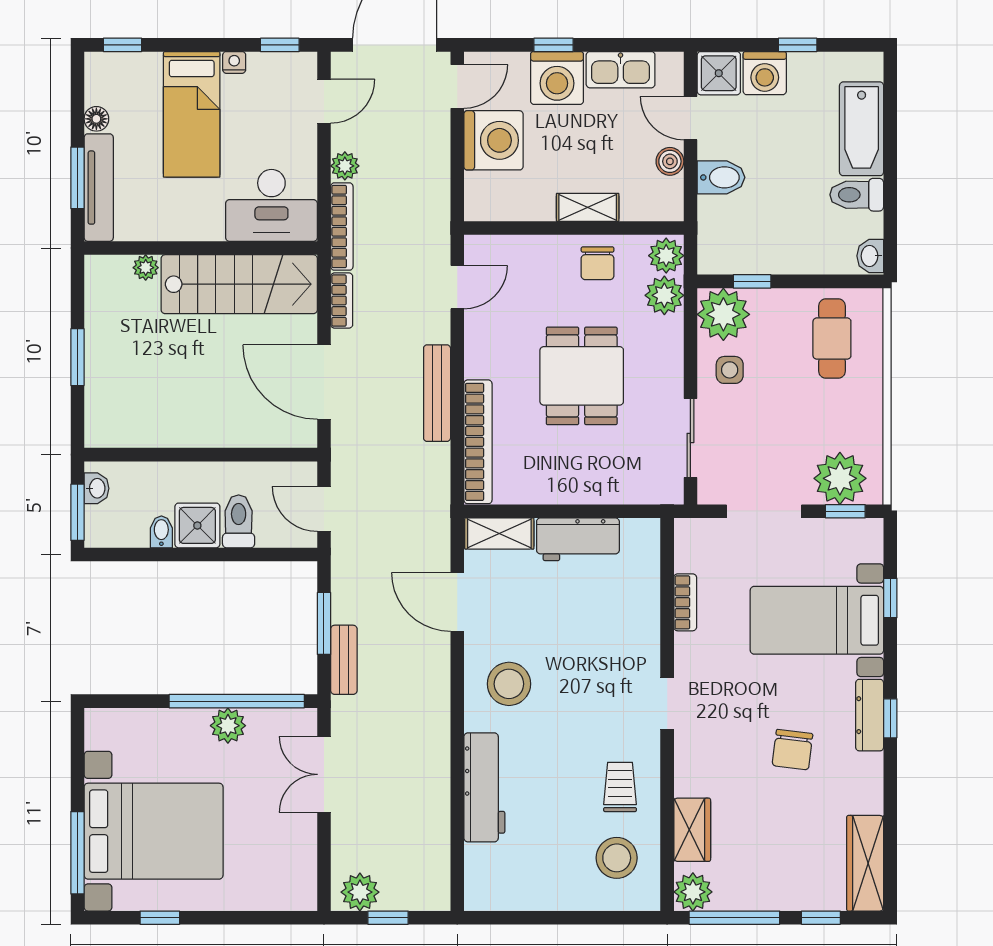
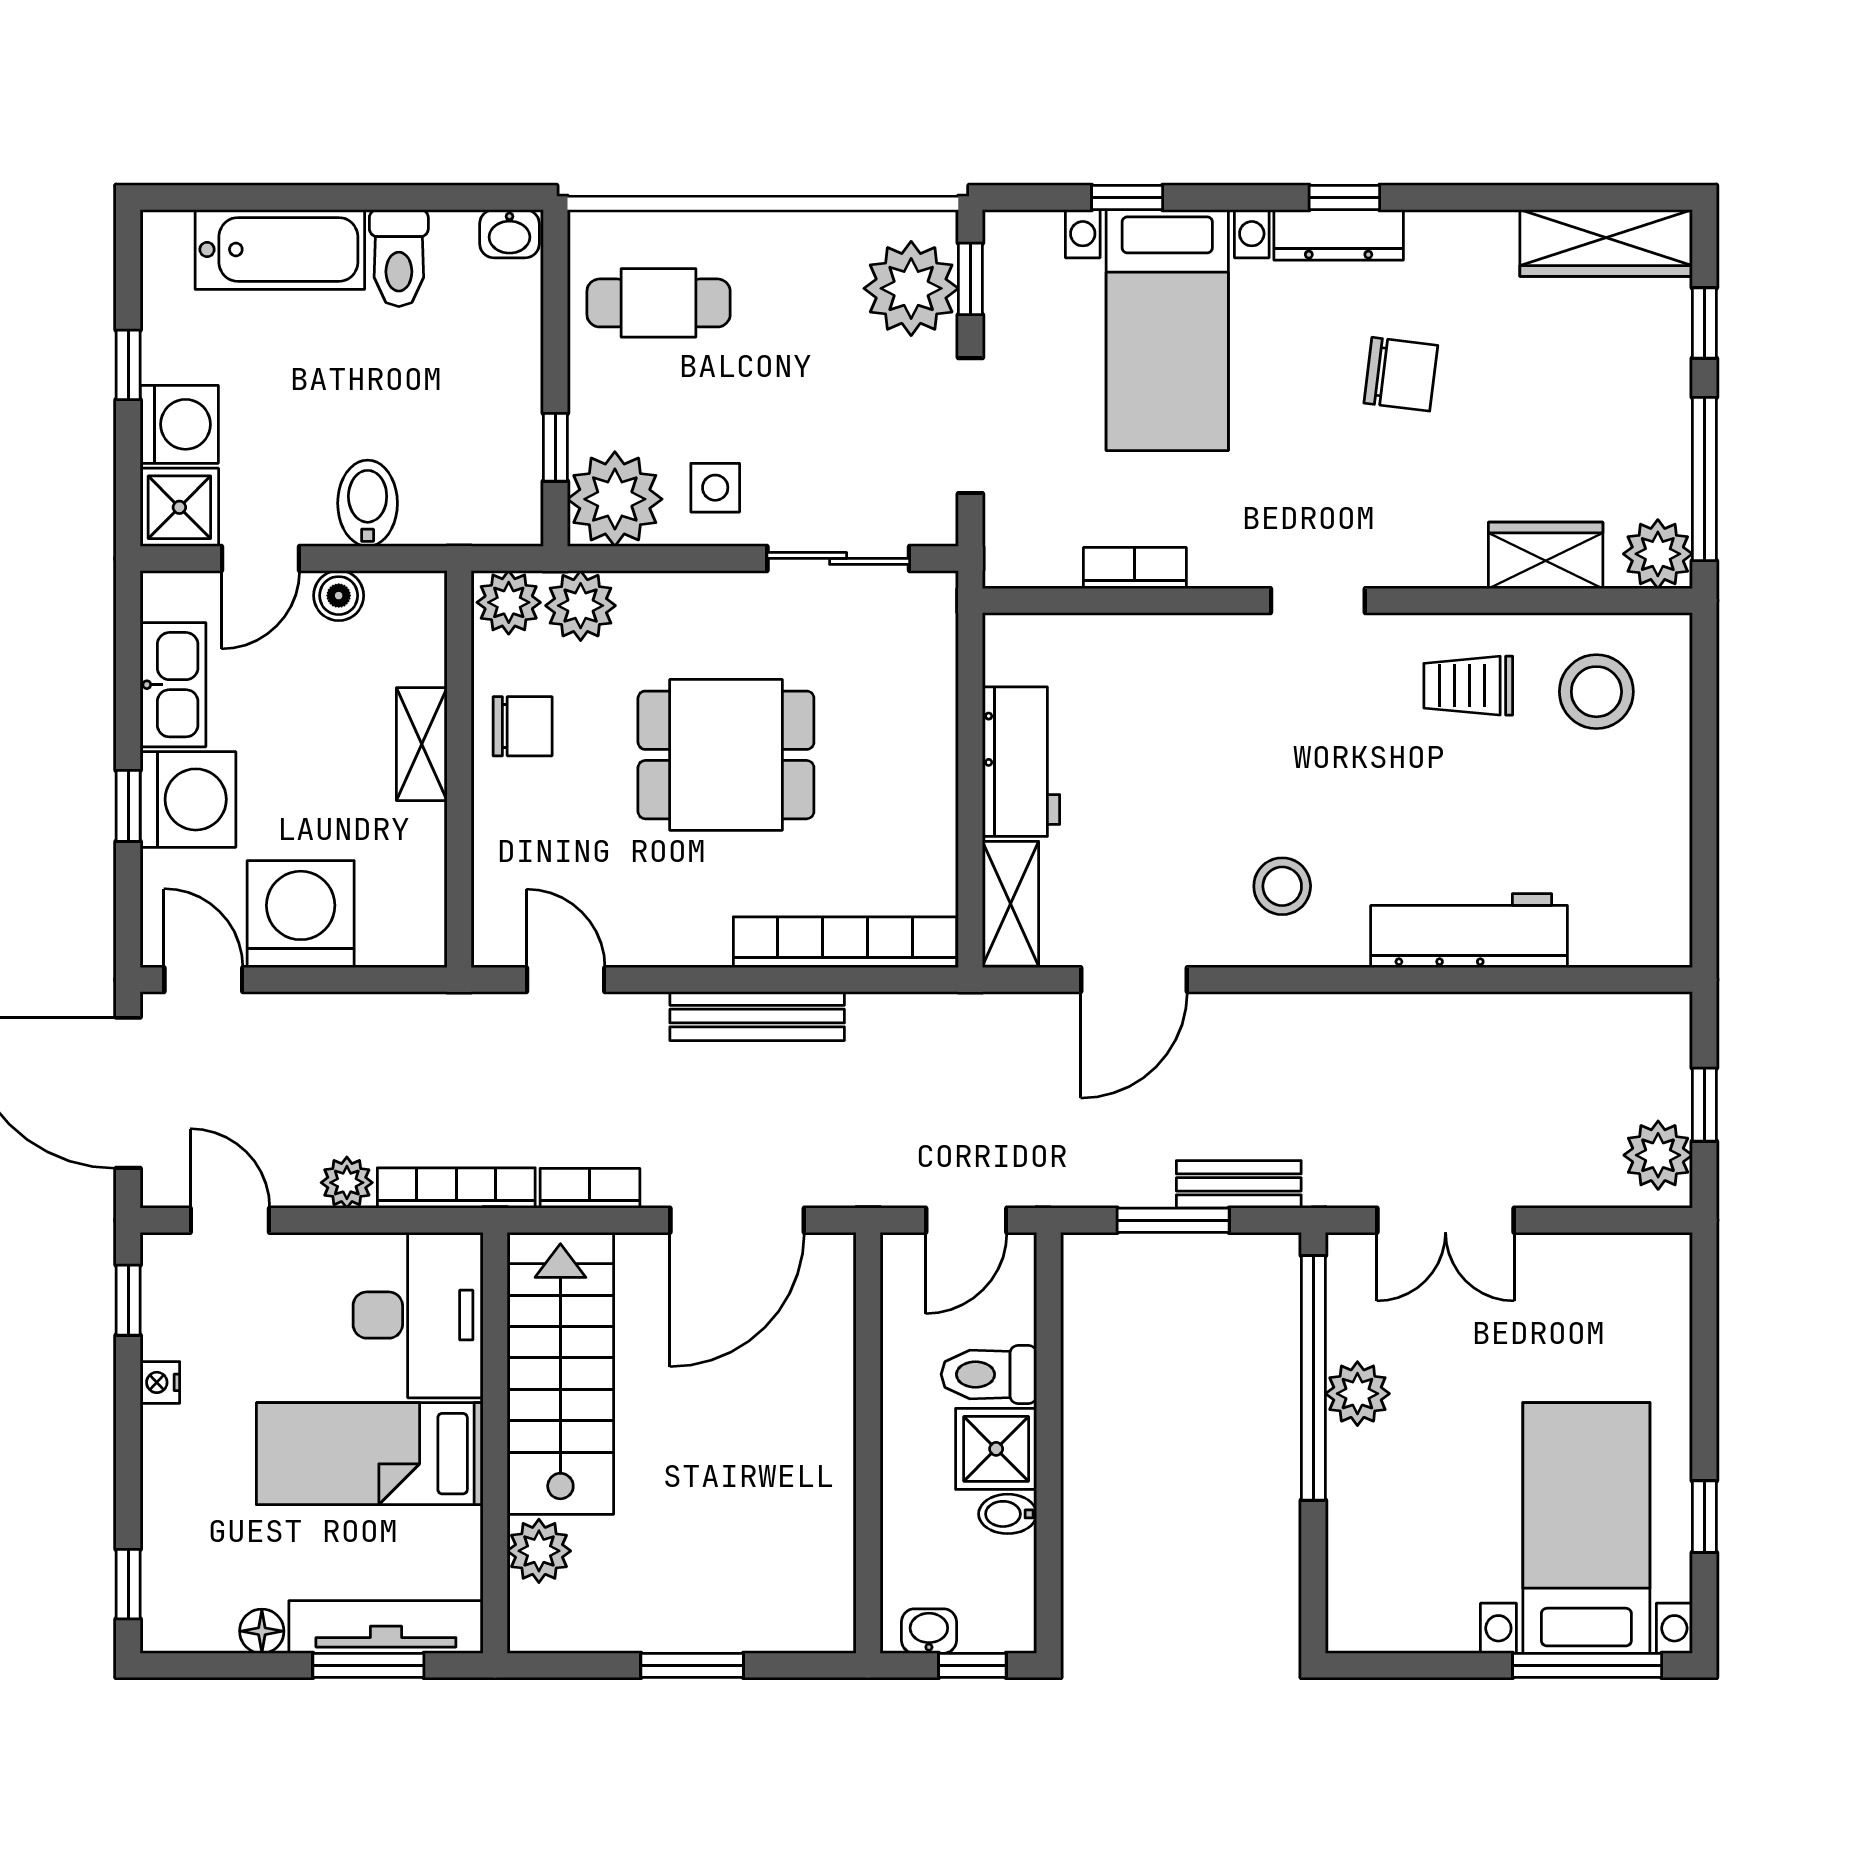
bed: (192, 114) -> (370, 1454), moved, turned 180
plant: (146, 268) -> (539, 1551), width x1.38, depth x1.38
window: (77, 512) -> (972, 1665), width x0.67
stool: (509, 684) -> (1282, 886), width x0.73, depth x0.73
bed with nightstands: (154, 831) -> (1586, 1528), width x0.73

